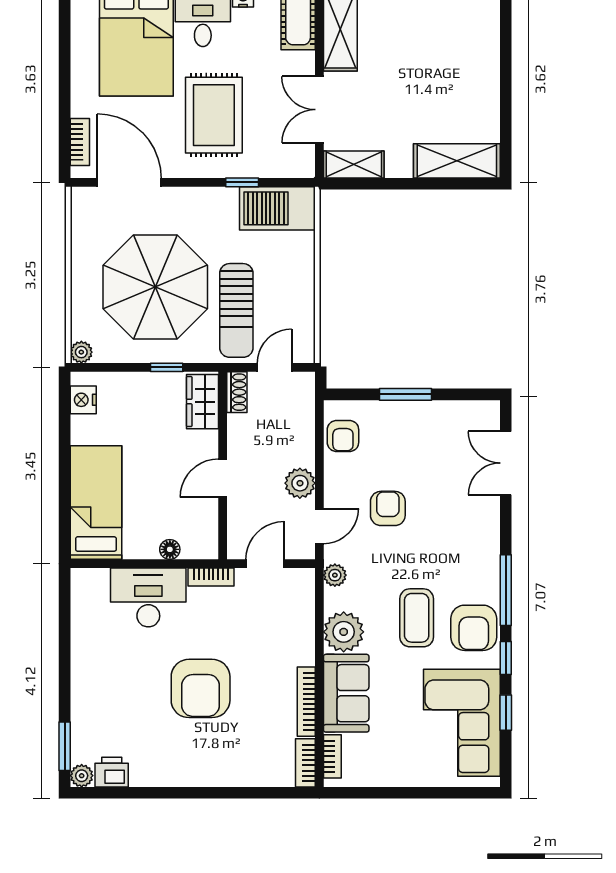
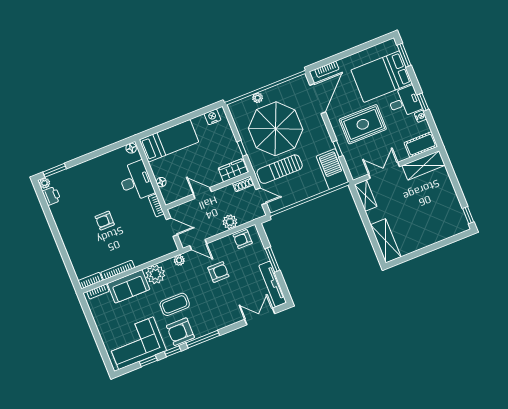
plant: (81, 352) -> (258, 98), moved
tv unit: (453, 413) -> (273, 284), added
plant: (300, 483) -> (230, 222), moved
floor lamp: (81, 581) -> (131, 148), added
armchair: (201, 688) -> (105, 221), width x0.53, depth x0.53

